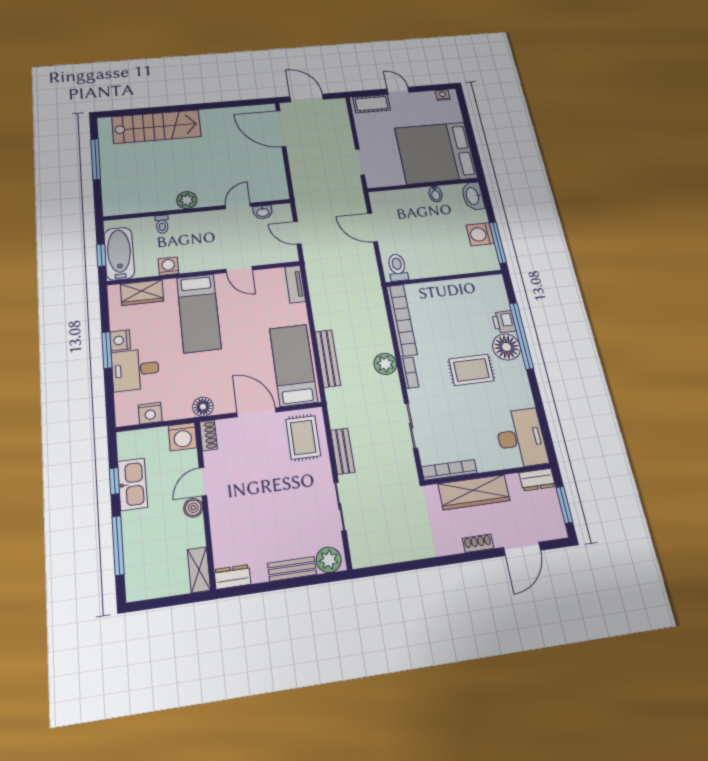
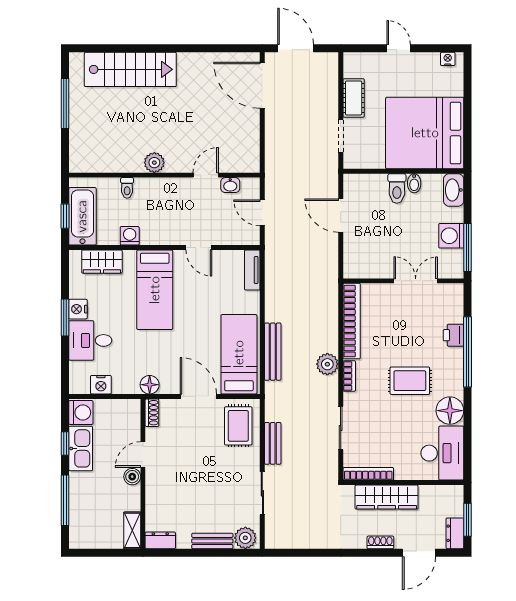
cot: (372, 104) -> (354, 98), moved, turned 90
toilet: (397, 267) -> (397, 188), moved, turned 180
double door: (456, 277) -> (416, 281), added
floor lamp: (506, 347) -> (450, 411), moved
washing machine: (183, 437) -> (81, 412), moved, turned -90
dresser: (537, 480) -> (455, 533), moved, turned 90

